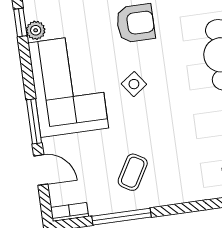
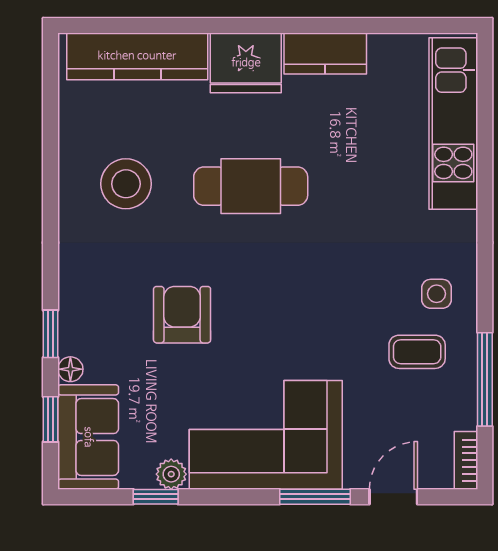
side table: (134, 84) -> (437, 294), moved, turned 36
coffee table: (133, 172) -> (417, 352), turned -30

